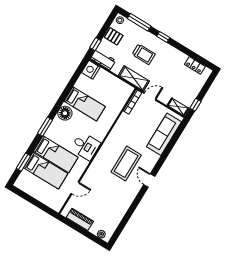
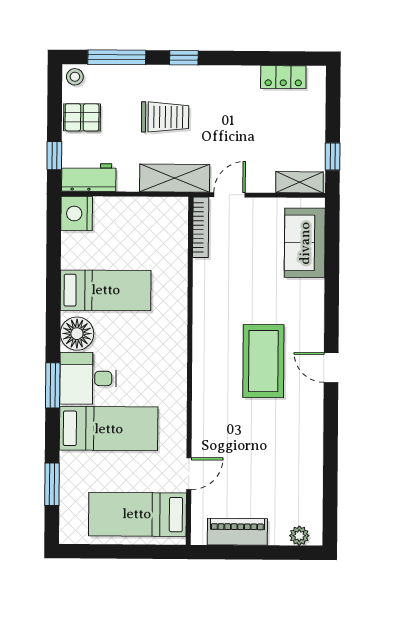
sofa: (164, 134) -> (305, 243), width x0.73
desk: (85, 146) -> (88, 378), moved, turned 180
bed: (46, 171) -> (137, 514), moved, turned 180

